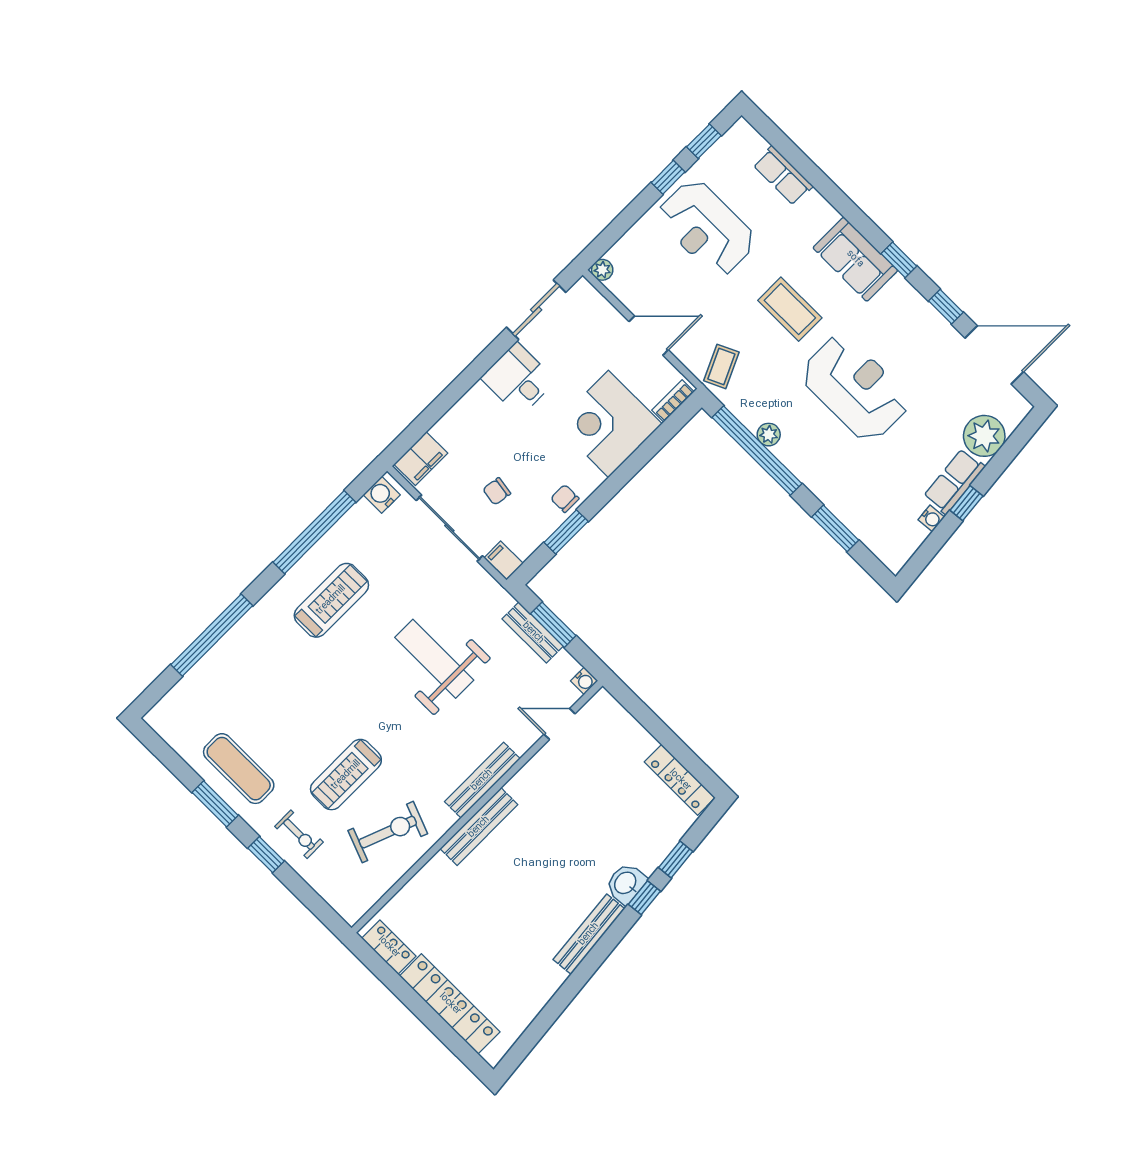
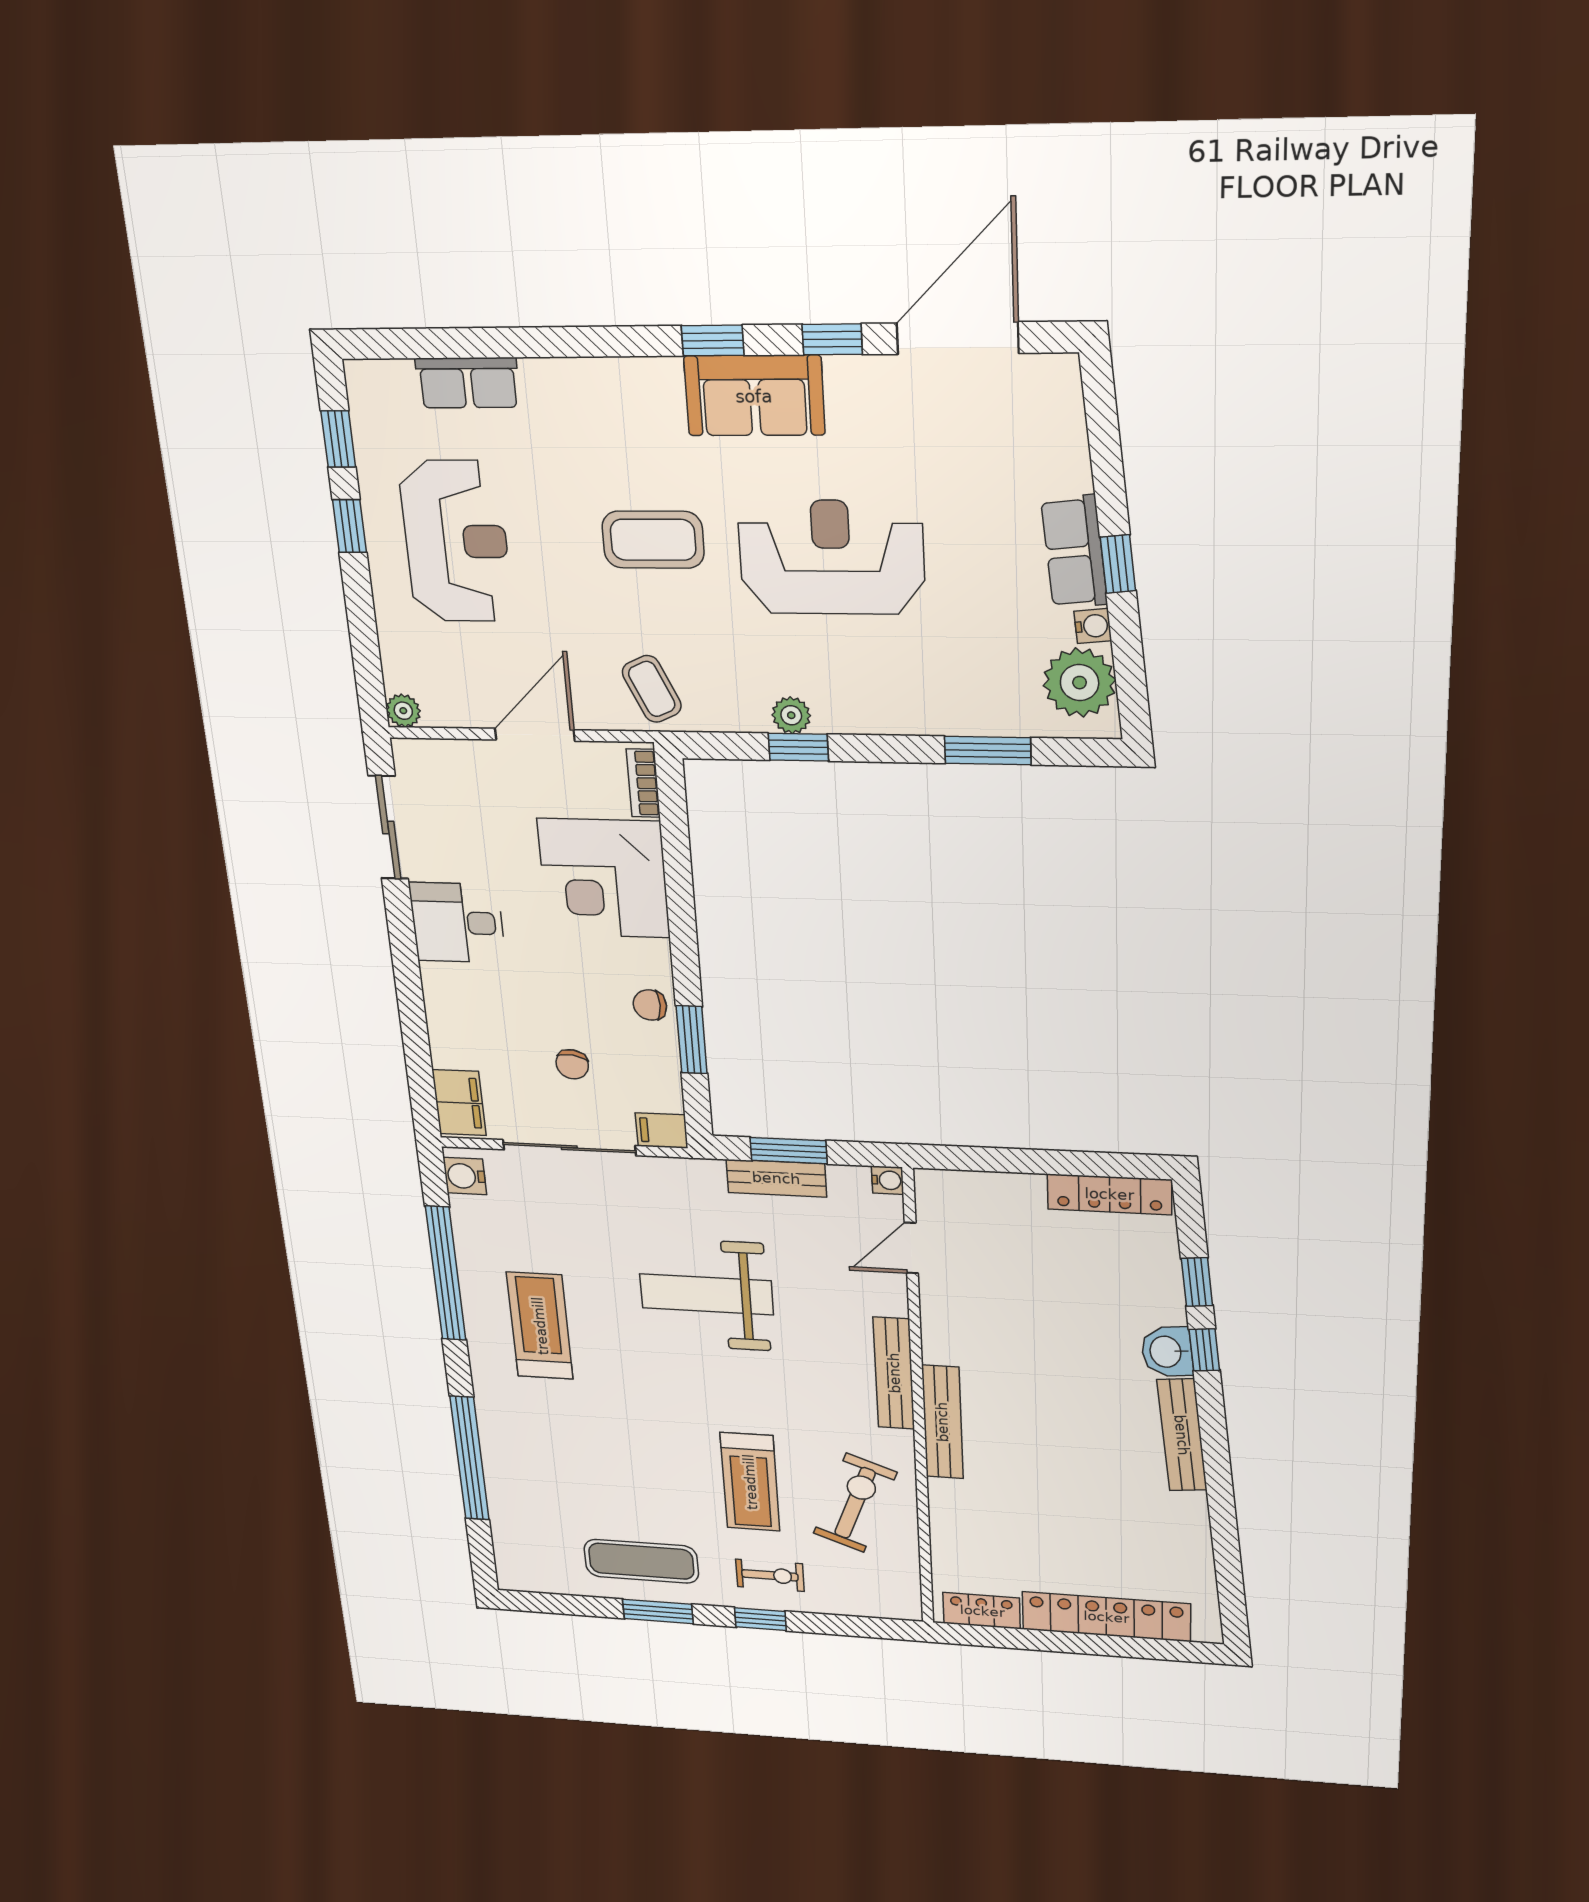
reception desk: (706, 228) -> (456, 541), turned -90
sofa: (855, 259) -> (754, 396), moved
plant: (984, 436) -> (1080, 683), moved
window: (757, 451) -> (798, 747), width x0.32

